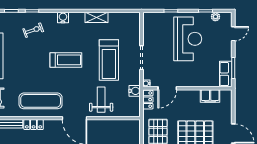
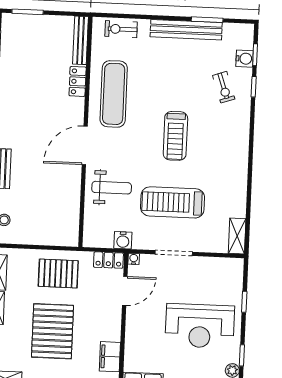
shelving: (96, 17) -> (237, 236), moved
water cooler: (63, 18) -> (244, 59), moved
door: (167, 88) -> (125, 291), swing flipped

